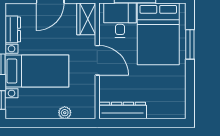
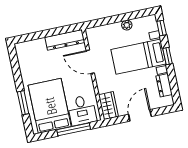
door: (97, 60) -> (90, 62), moved
plant: (65, 113) -> (127, 25), moved

